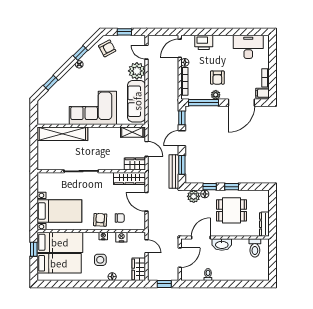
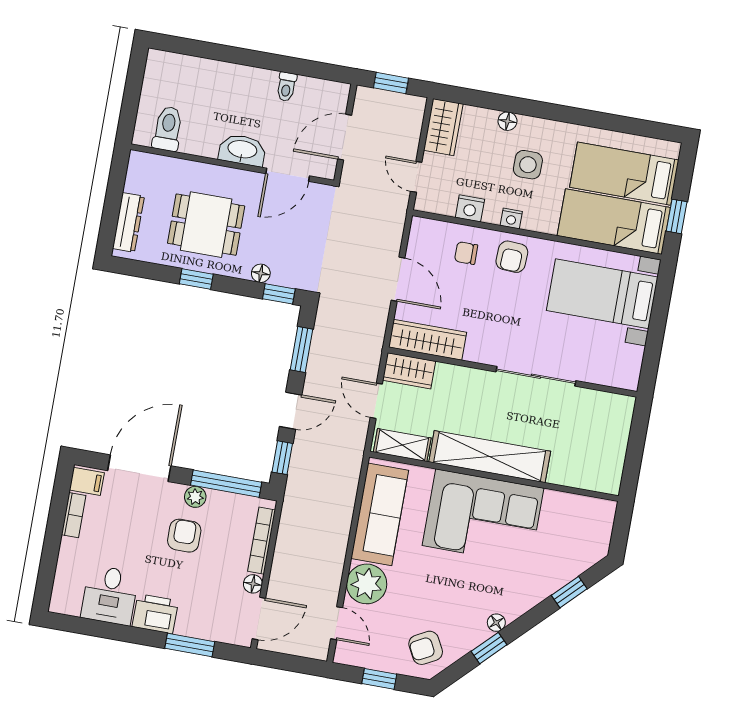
window: (207, 32) -> (190, 645), added
printer: (204, 42) -> (155, 614), moved
desk: (248, 47) -> (110, 595), width x0.73
shelving: (62, 134) -> (490, 457), moved
bench: (174, 172) -> (323, 337), removed
window: (210, 187) -> (279, 294), moved
plant: (194, 196) -> (288, 272), removed
dresser: (264, 224) -> (128, 222), moved

